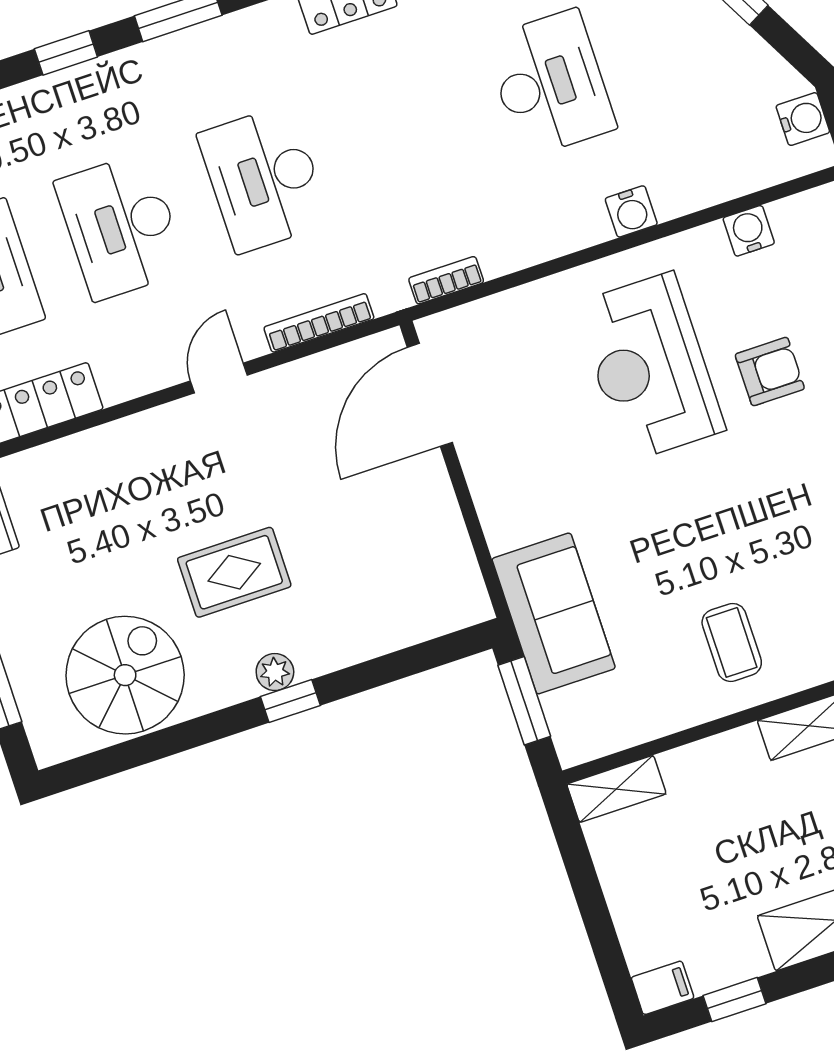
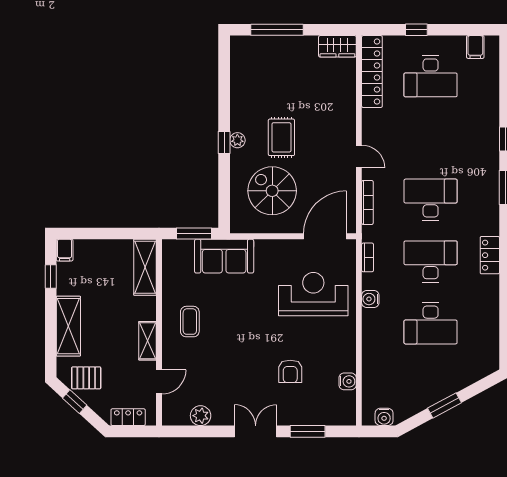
water cooler: (631, 211) -> (370, 299), moved
desk: (121, 226) -> (431, 261), moved
reception desk: (650, 367) -> (313, 294), moved
door: (430, 395) -> (325, 236), hinge flipped
coffee table: (732, 642) -> (190, 322), turned 90
spiral stairs: (125, 675) -> (272, 191), moved, turned 180
shelving: (616, 789) -> (145, 267), width x1.50, depth x1.33

